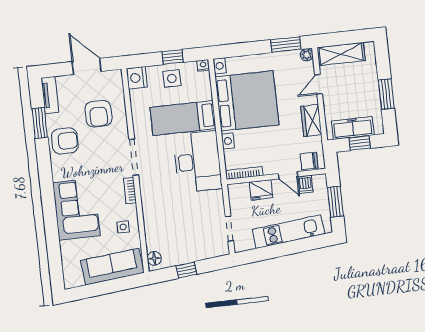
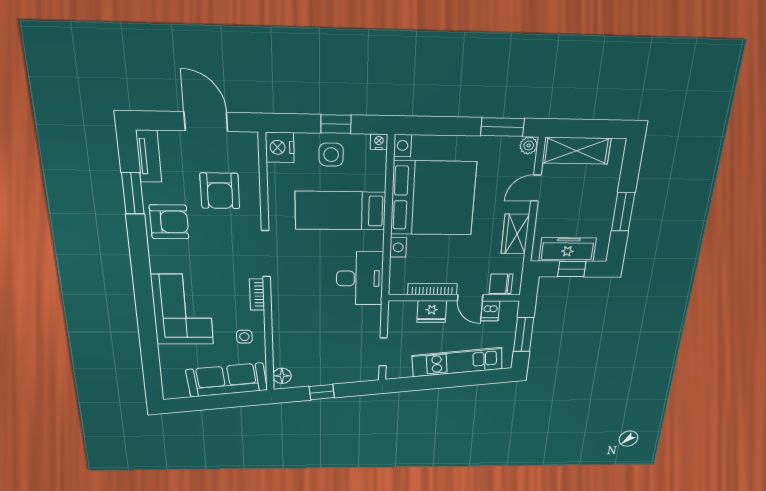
desk: (198, 162) -> (360, 278), width x0.73, depth x0.77
bookcase: (244, 173) -> (432, 289), moved

